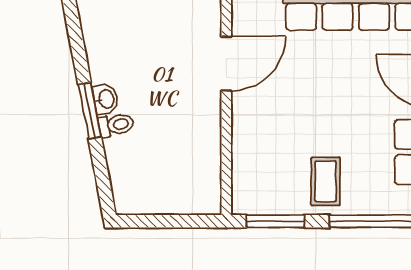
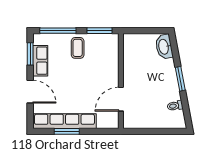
washbasin: (106, 99) -> (164, 47), moved, width x1.91, depth x1.45
toilet: (116, 125) -> (175, 106), moved

